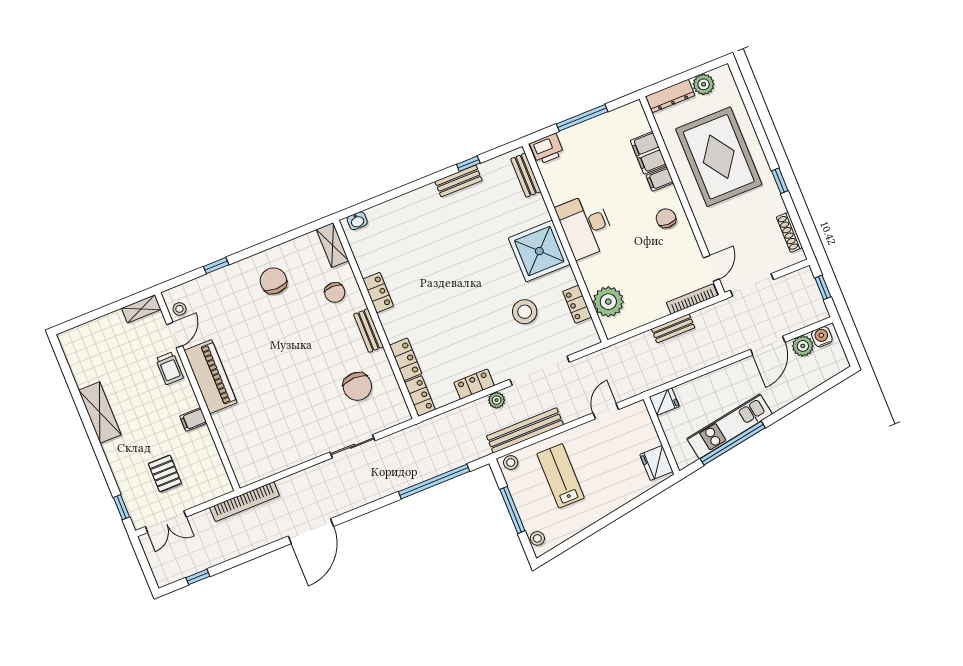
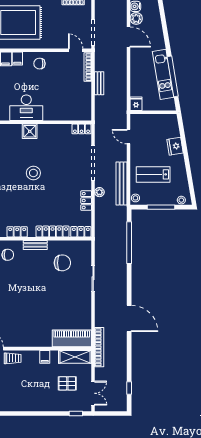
shower: (539, 251) -> (30, 131), width x0.54, depth x0.54
plant: (608, 302) -> (71, 112), removed
locker: (577, 304) -> (81, 129), moved
stool: (525, 312) -> (33, 173), moved
locker: (406, 359) -> (53, 232), width x1.53
piano: (211, 377) -> (72, 338), moved
shelving: (100, 412) -> (75, 357), moved
fridge: (656, 463) -> (175, 146), moved, turned 81

